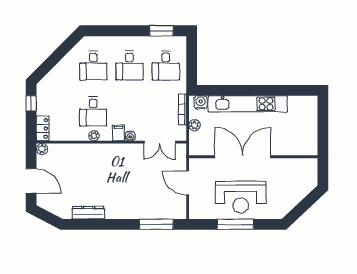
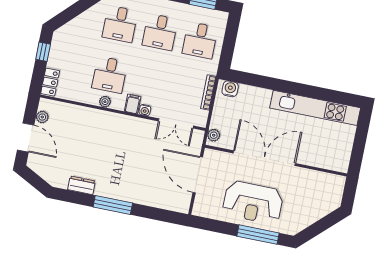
kitchen unit: (248, 104) -> (315, 108), moved
plant: (195, 125) -> (214, 135), moved
plant: (42, 149) -> (42, 117), moved
door: (188, 183) -> (198, 175), width x1.36
dresser: (88, 213) -> (82, 185), width x0.70
window: (156, 224) -> (113, 205), moved
window: (235, 224) -> (258, 235), moved

